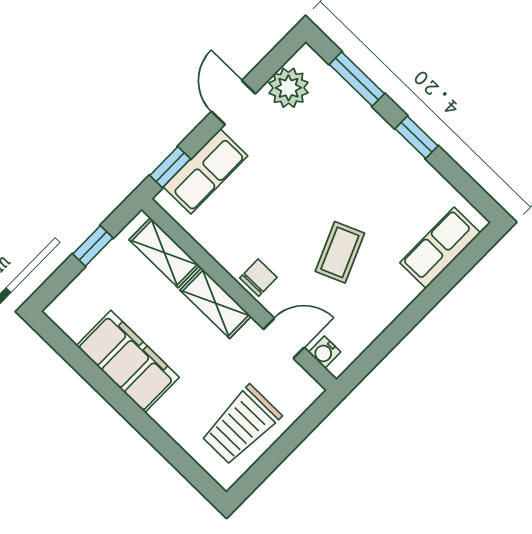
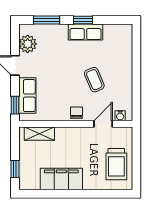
window: (93, 246) -> (15, 169), moved
row of seats: (440, 248) -> (85, 32), moved, turned -90
shelving: (216, 303) -> (71, 134), removed

